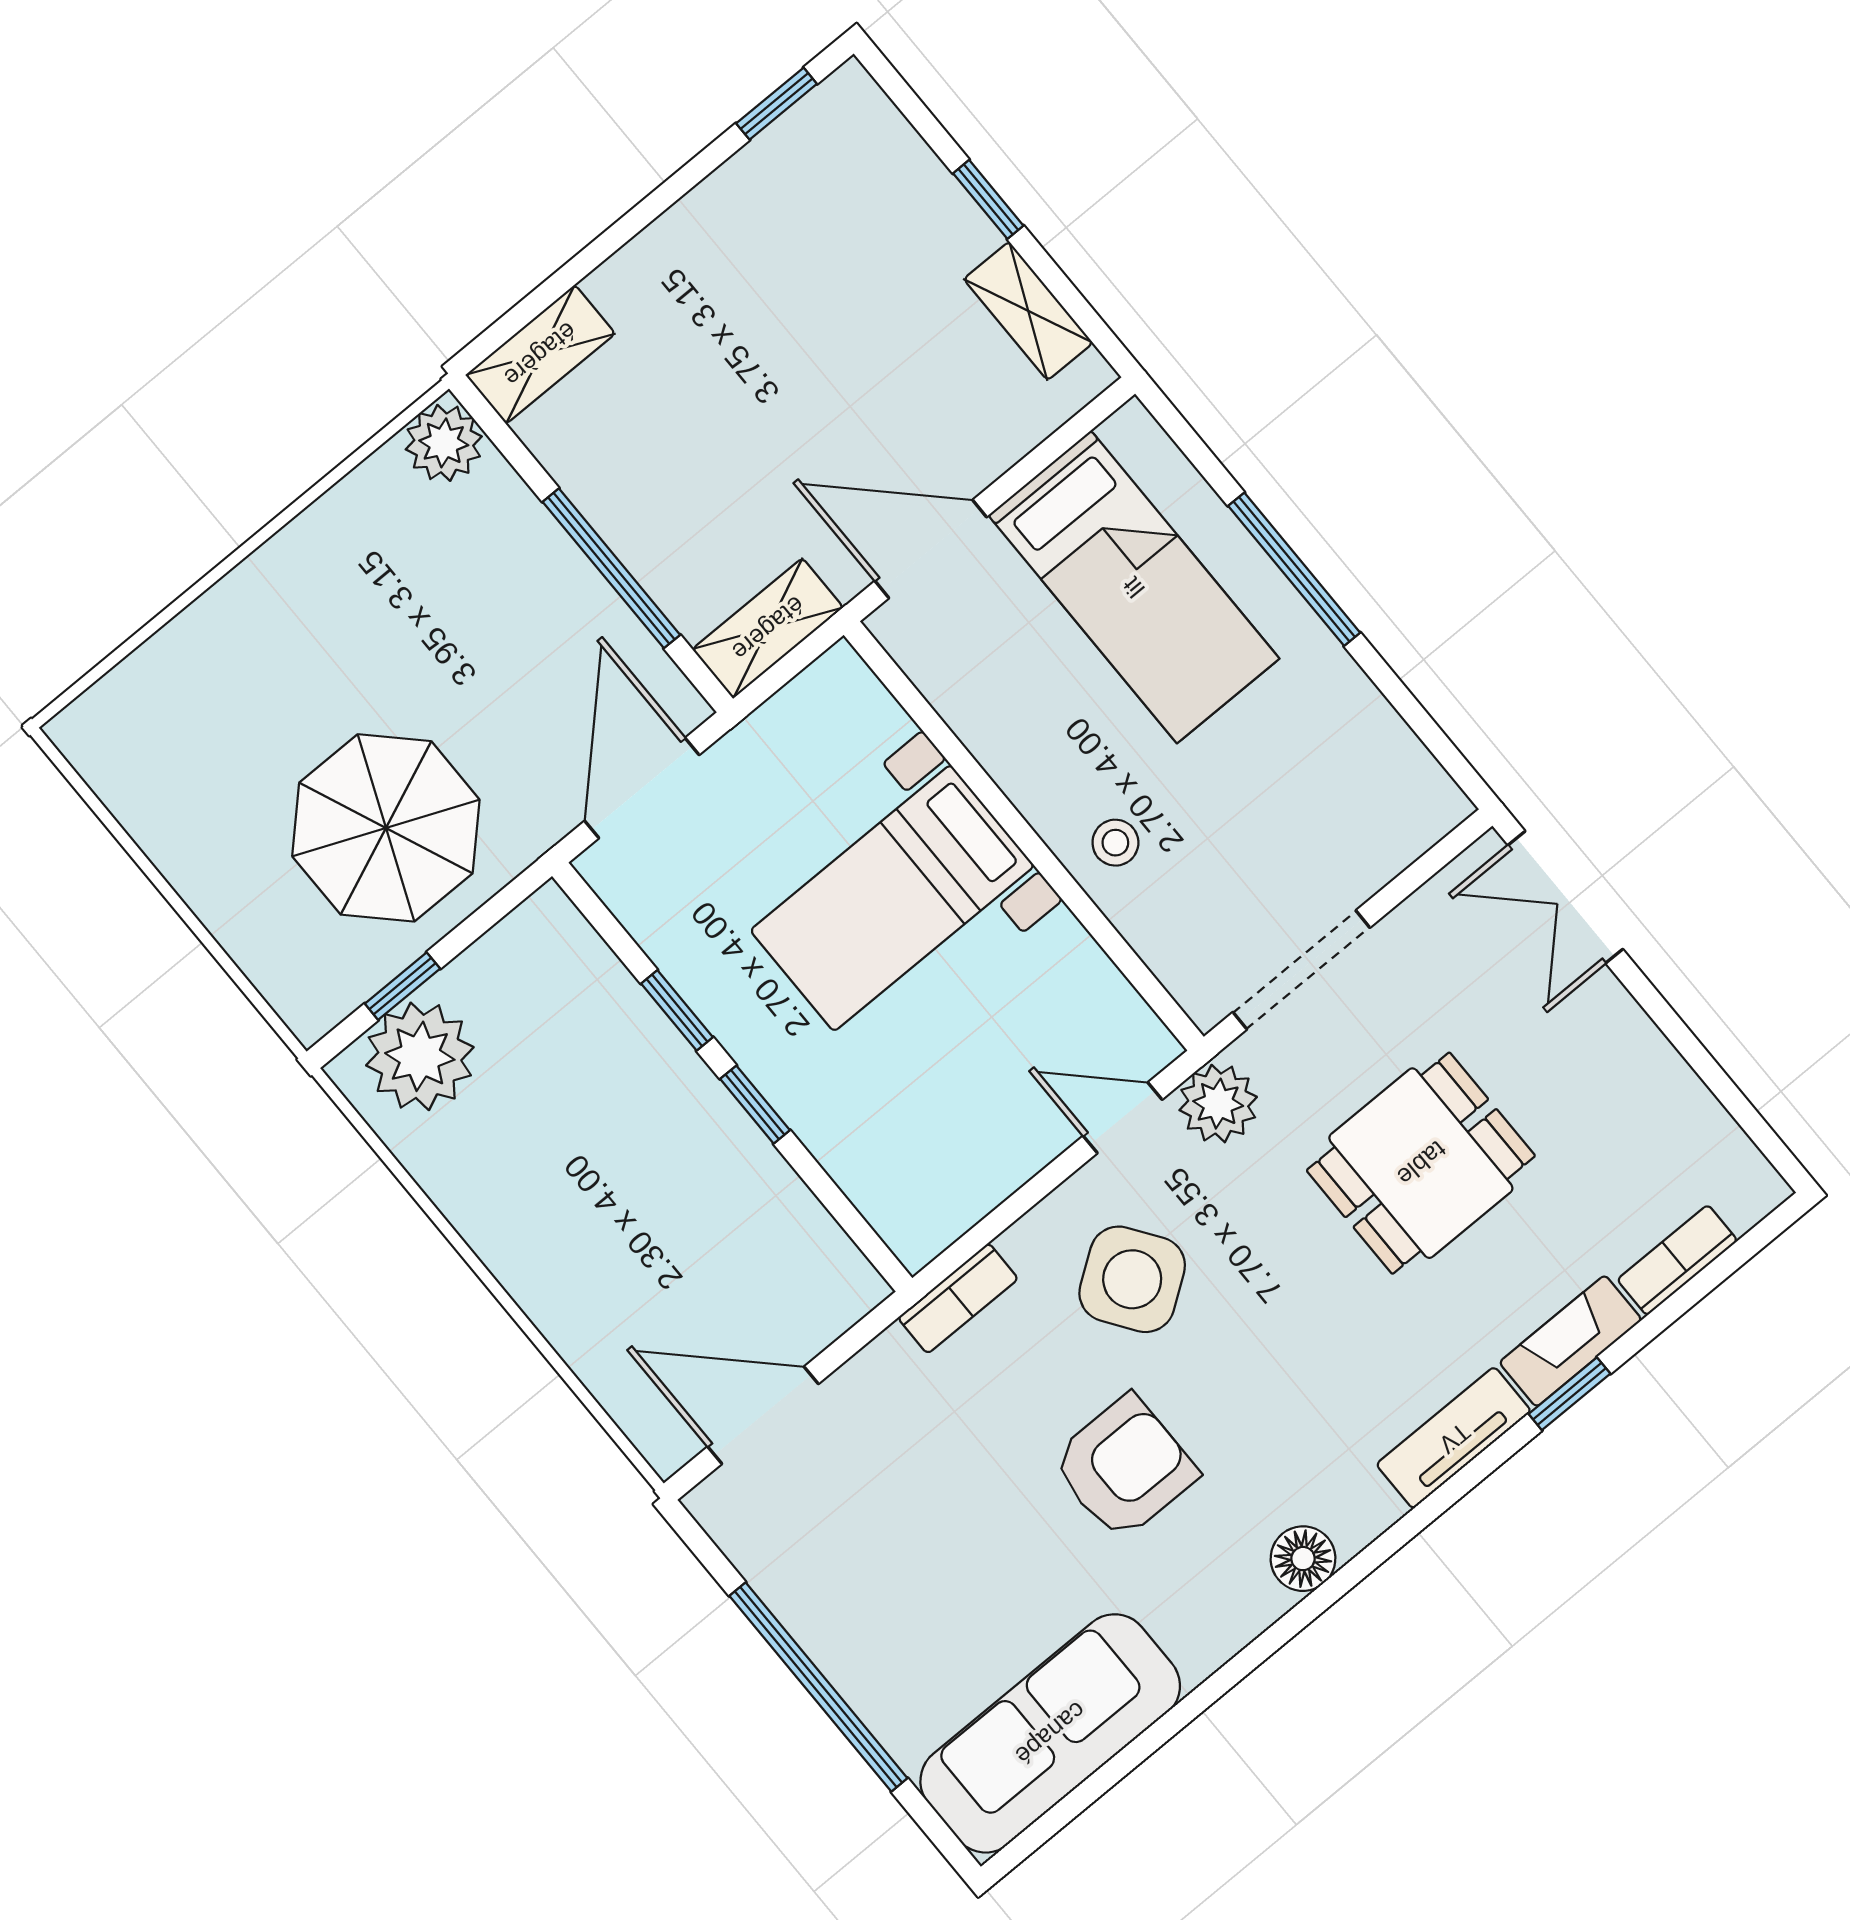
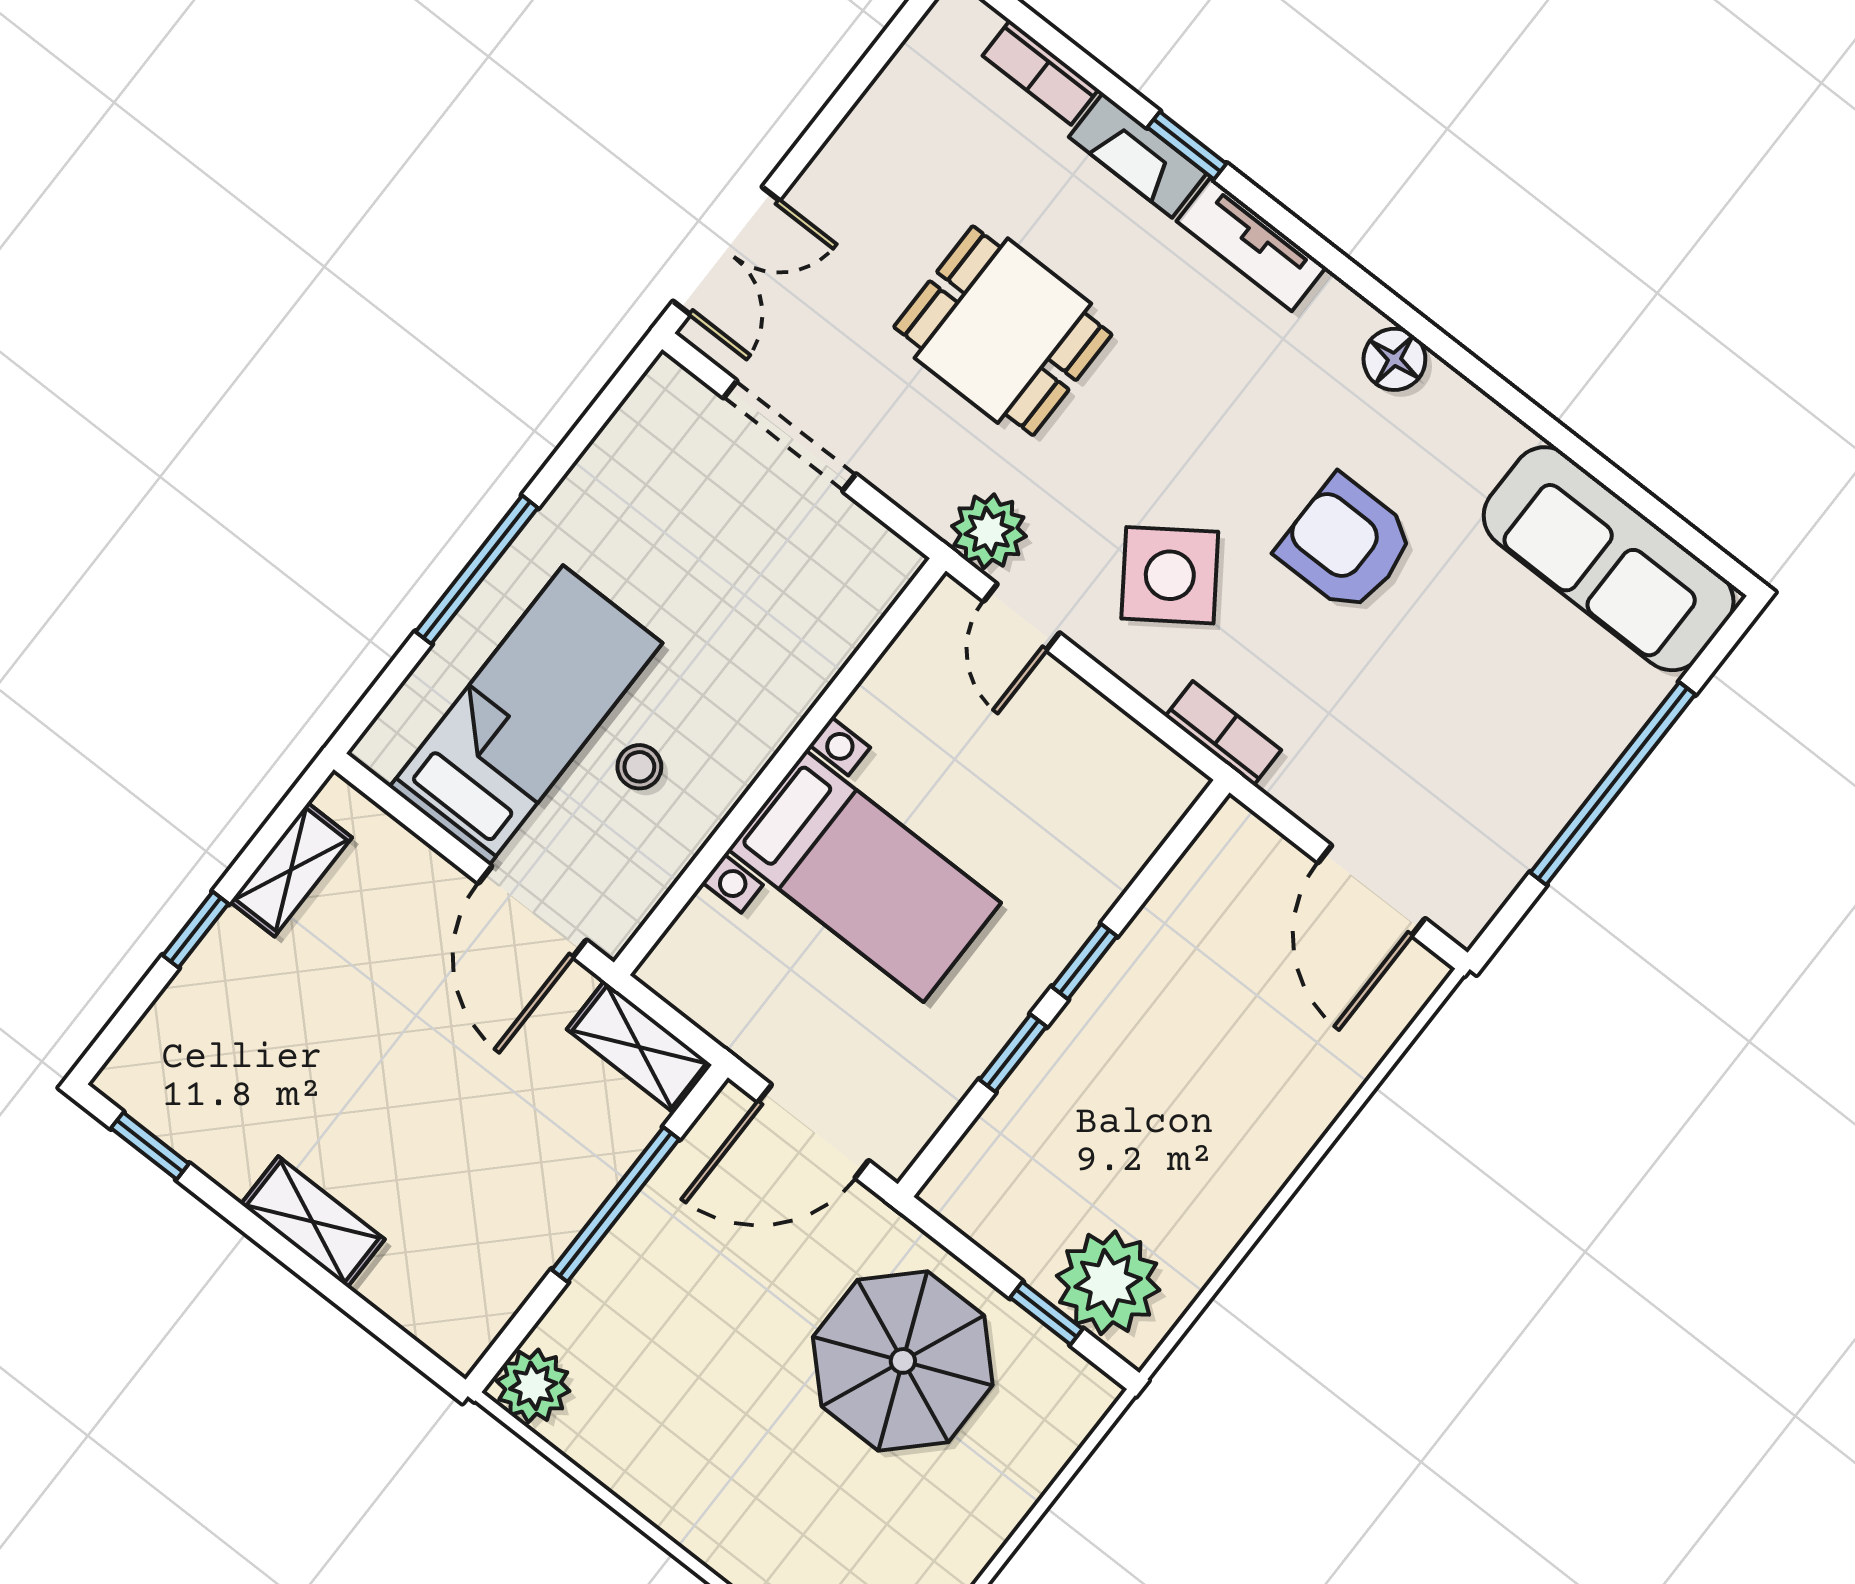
shelving: (540, 354) -> (313, 1222), moved
stool: (1115, 843) -> (639, 767), moved
doorway: (1301, 970) -> (790, 436), moved

